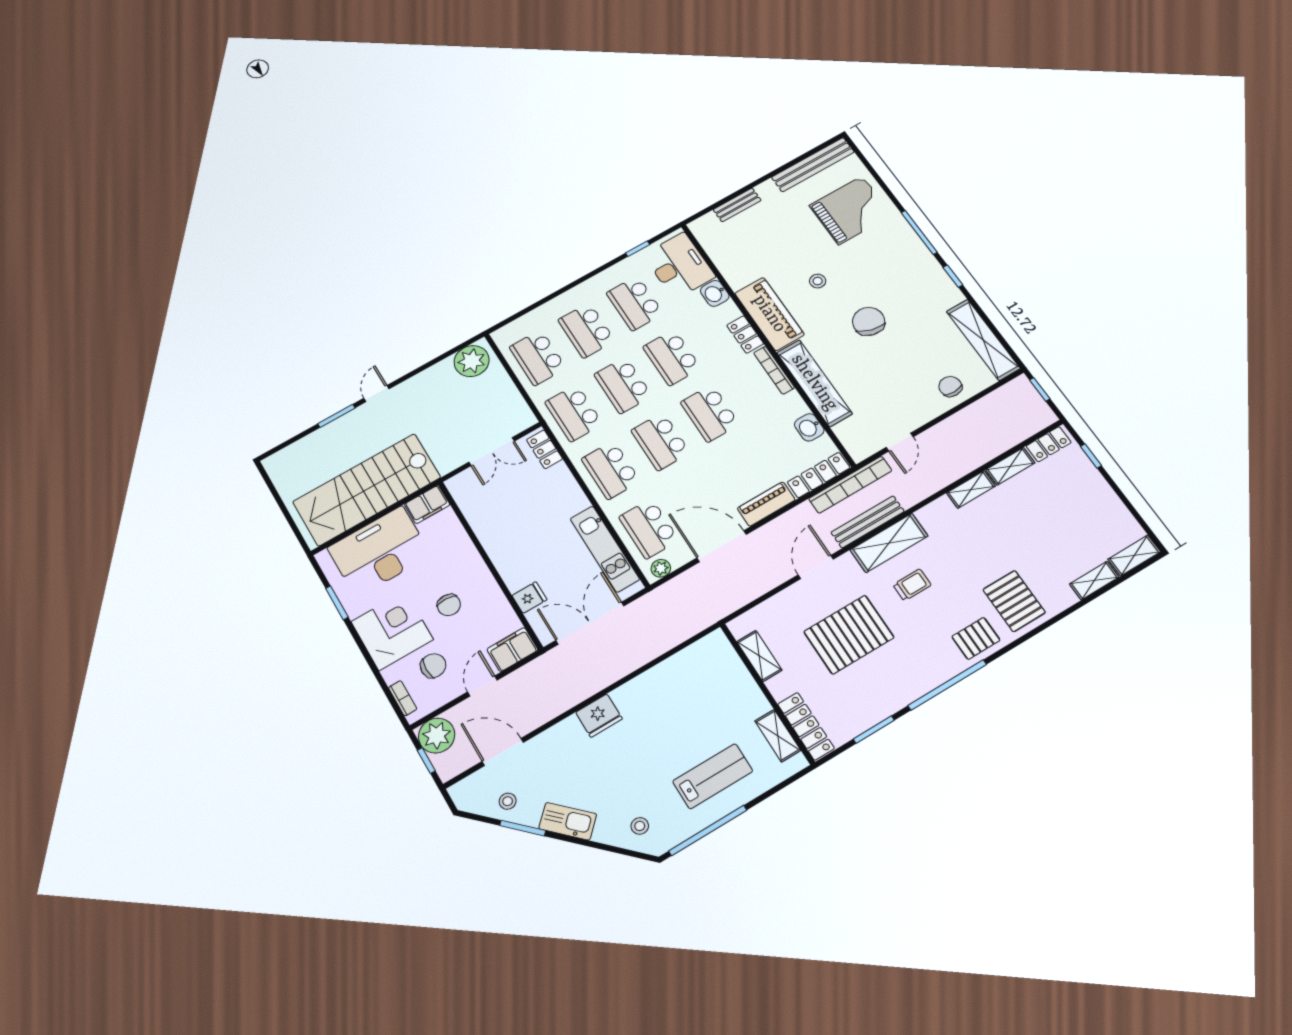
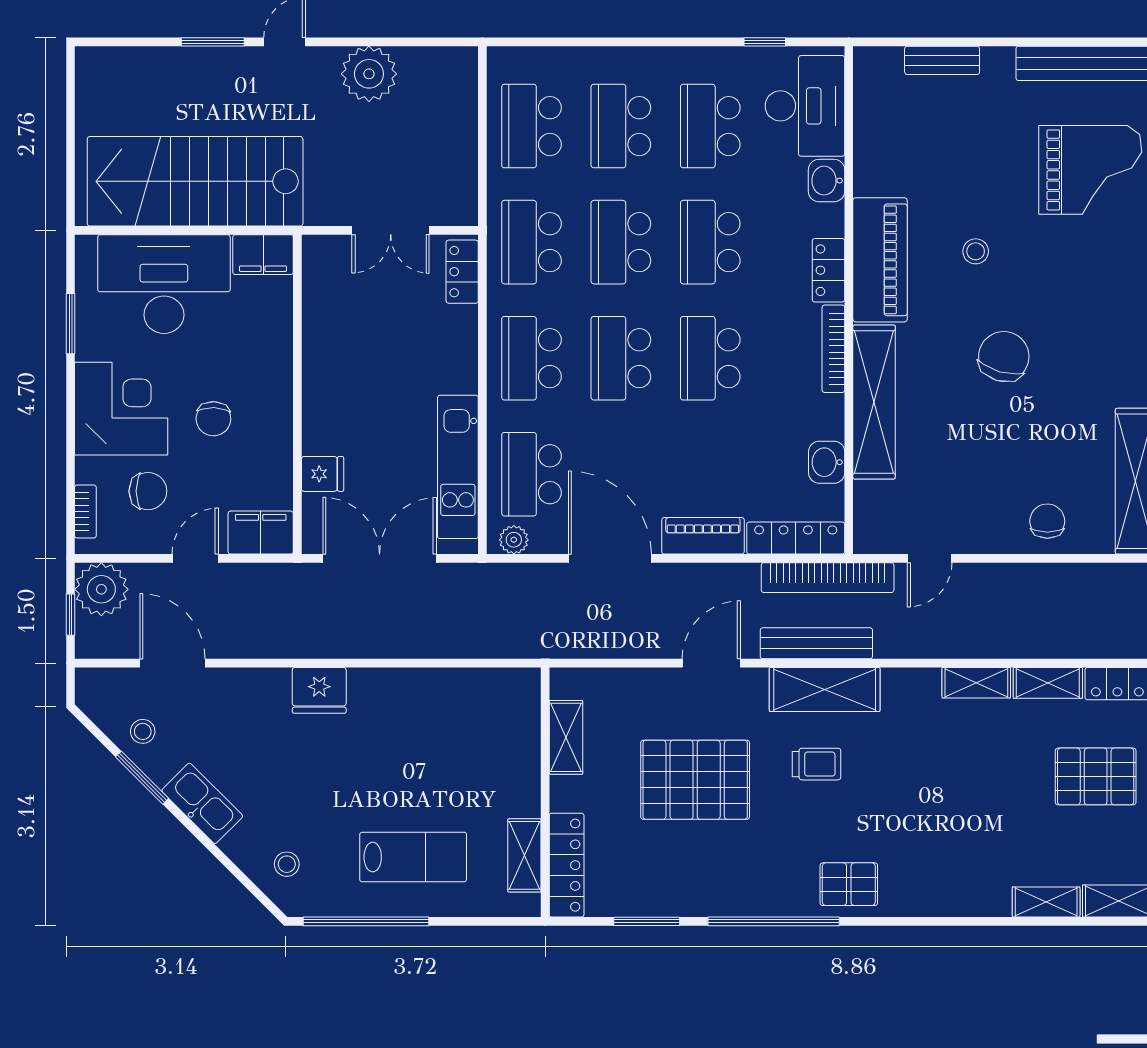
plant: (472, 361) -> (369, 74), moved
pallet: (1014, 601) -> (1096, 776), moved, turned 90

